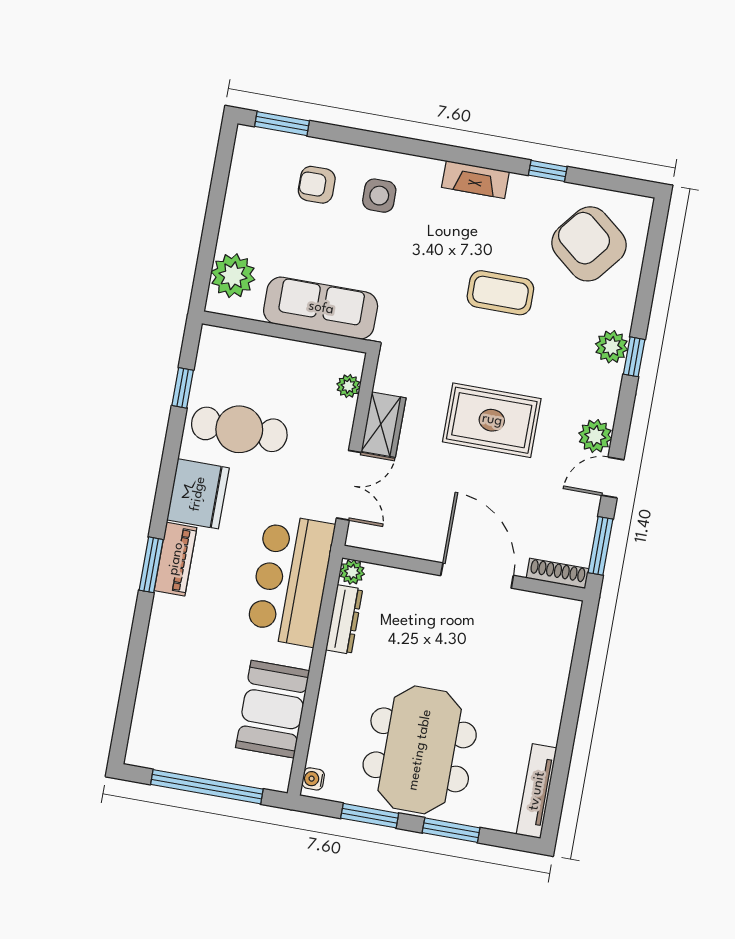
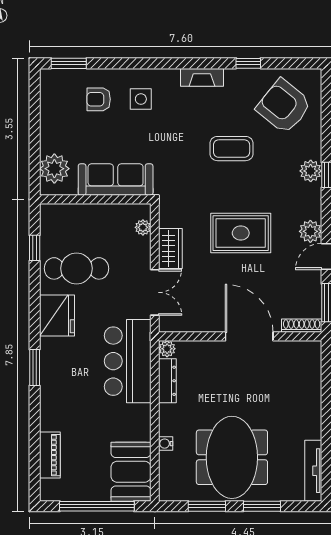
piano: (176, 559) -> (50, 455), moved
booth: (273, 709) -> (131, 472), moved
water cooler: (313, 779) -> (166, 444), moved

